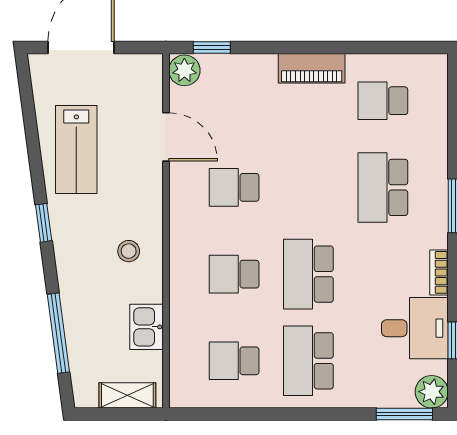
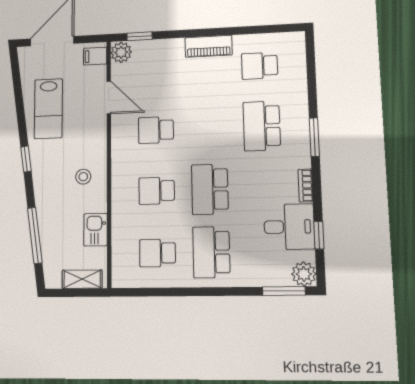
filing cabinet: (146, 74) -> (95, 56), added

